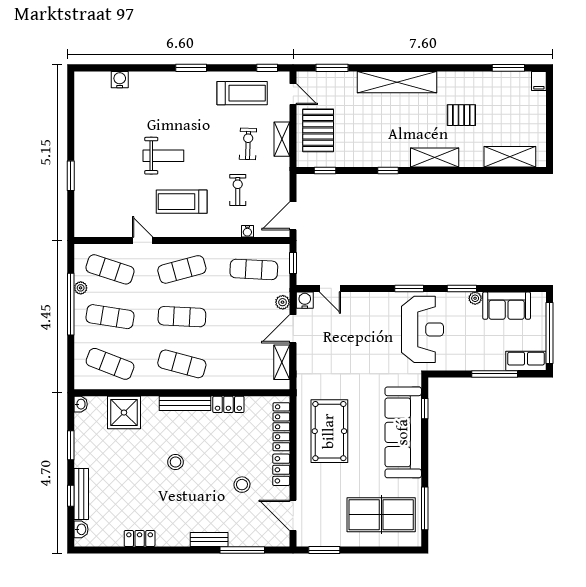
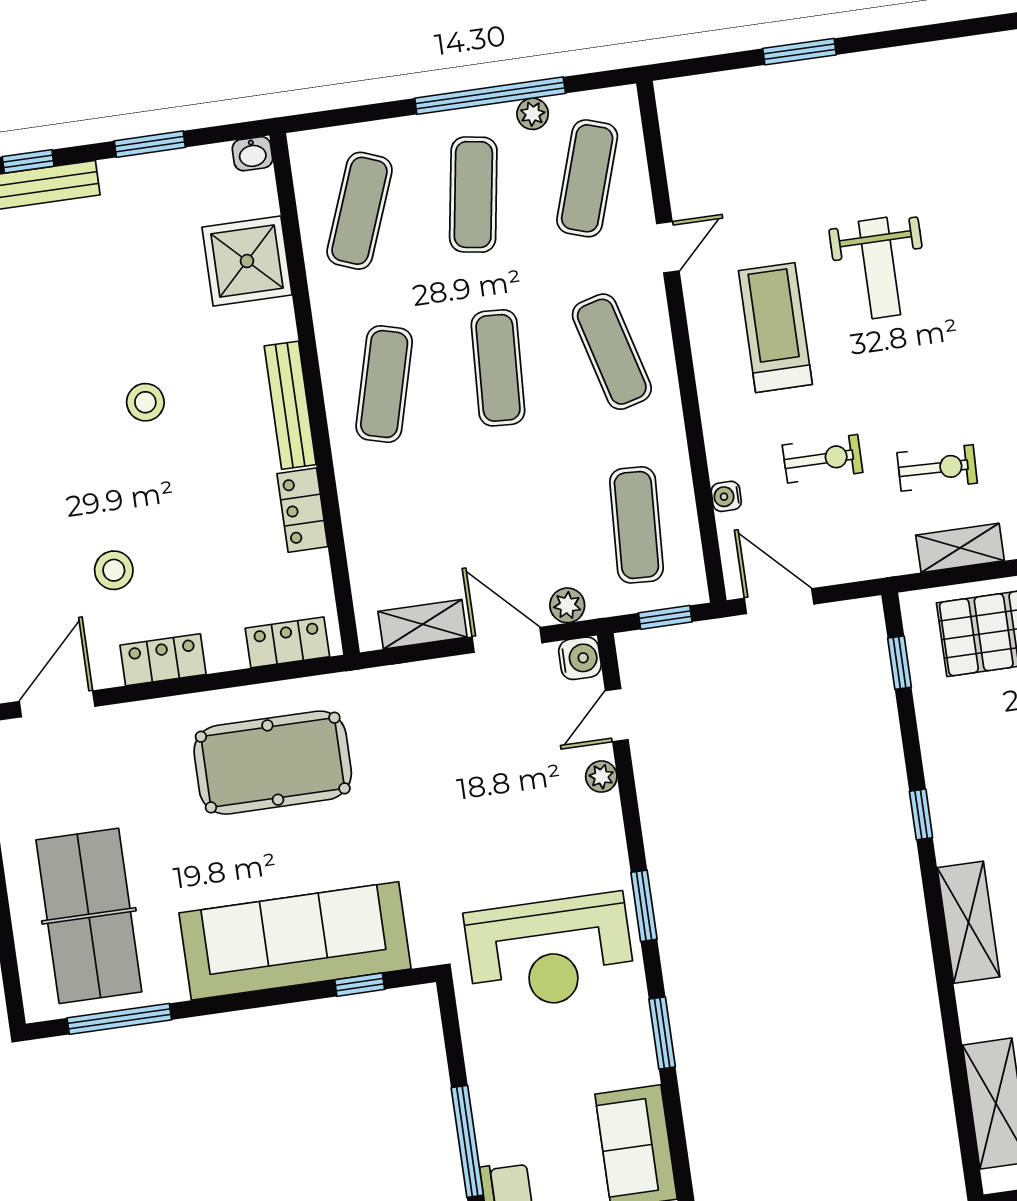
plant: (475, 298) -> (601, 777), moved
locker: (281, 427) -> (287, 642), width x0.66

